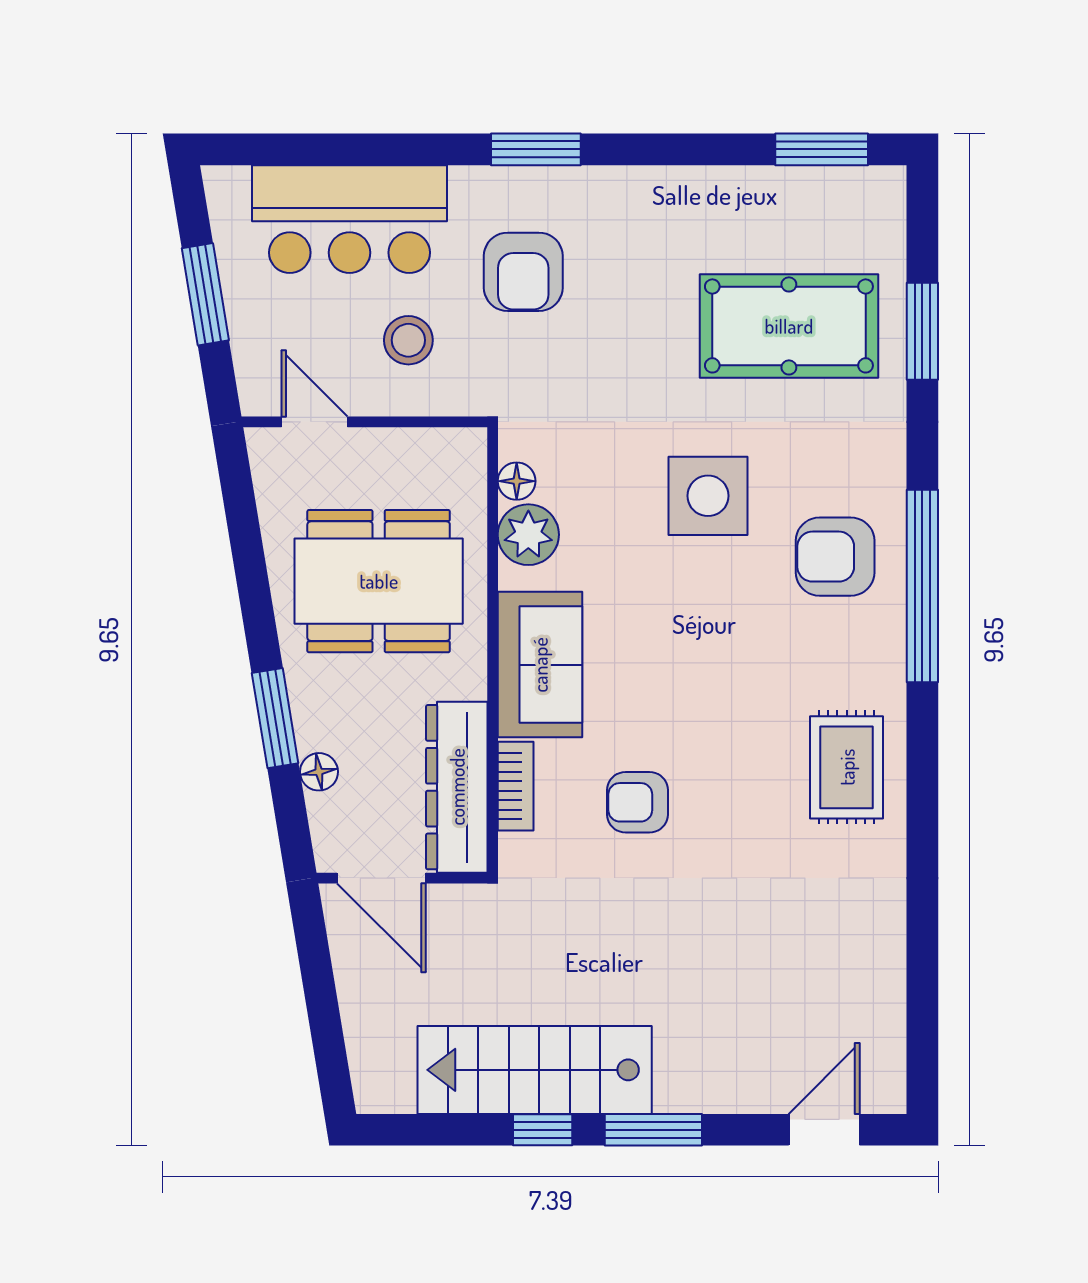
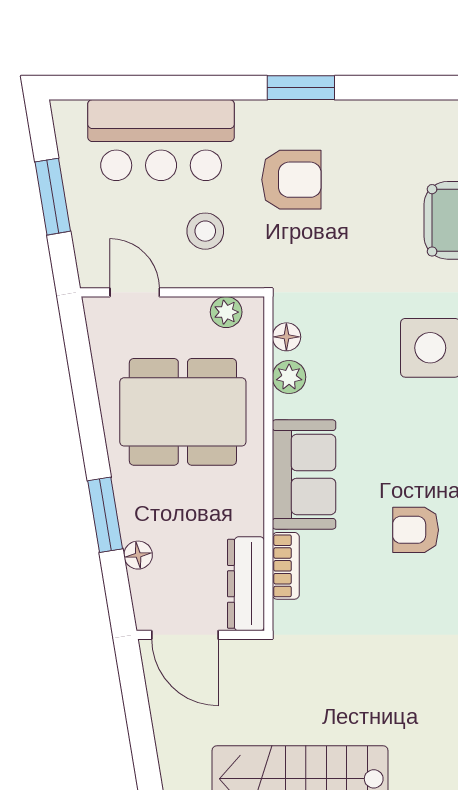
armchair: (523, 272) -> (291, 180), turned -90
plant: (436, 448) -> (226, 312), added
plant: (528, 535) -> (289, 377), width x0.73, depth x0.73
dresser: (457, 787) -> (246, 584), width x0.73, depth x0.80
armchair: (638, 802) -> (416, 530), moved

